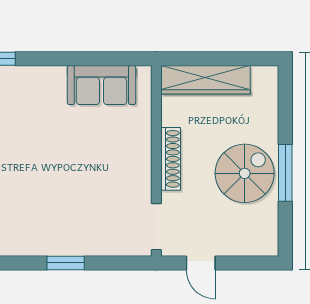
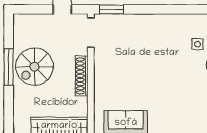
window: (66, 263) -> (112, 9), moved

